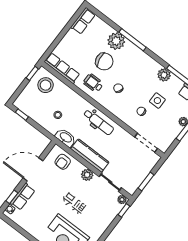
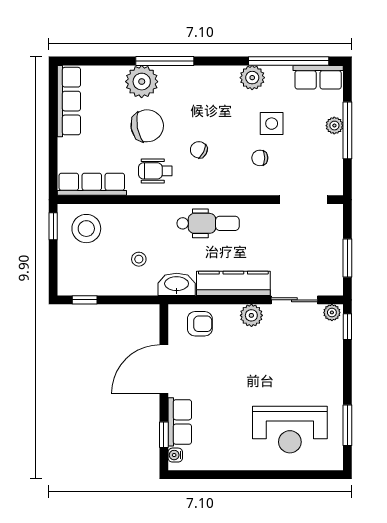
row of seats: (83, 21) -> (69, 101), width x1.48
armchair: (63, 162) -> (200, 324), turned -90

